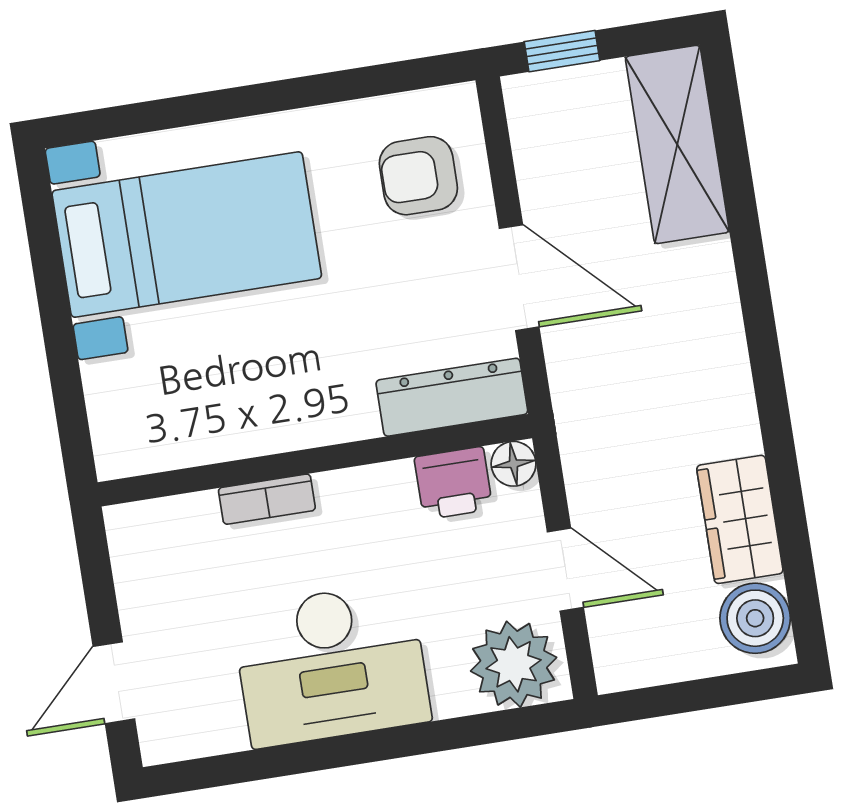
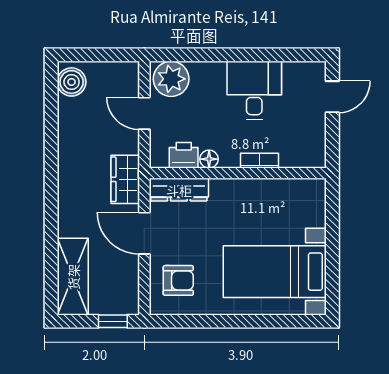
floor lamp: (514, 464) -> (209, 159), moved
wardrobe: (740, 519) -> (125, 179), moved, turned 180
desk: (331, 665) -> (254, 90), width x0.73

